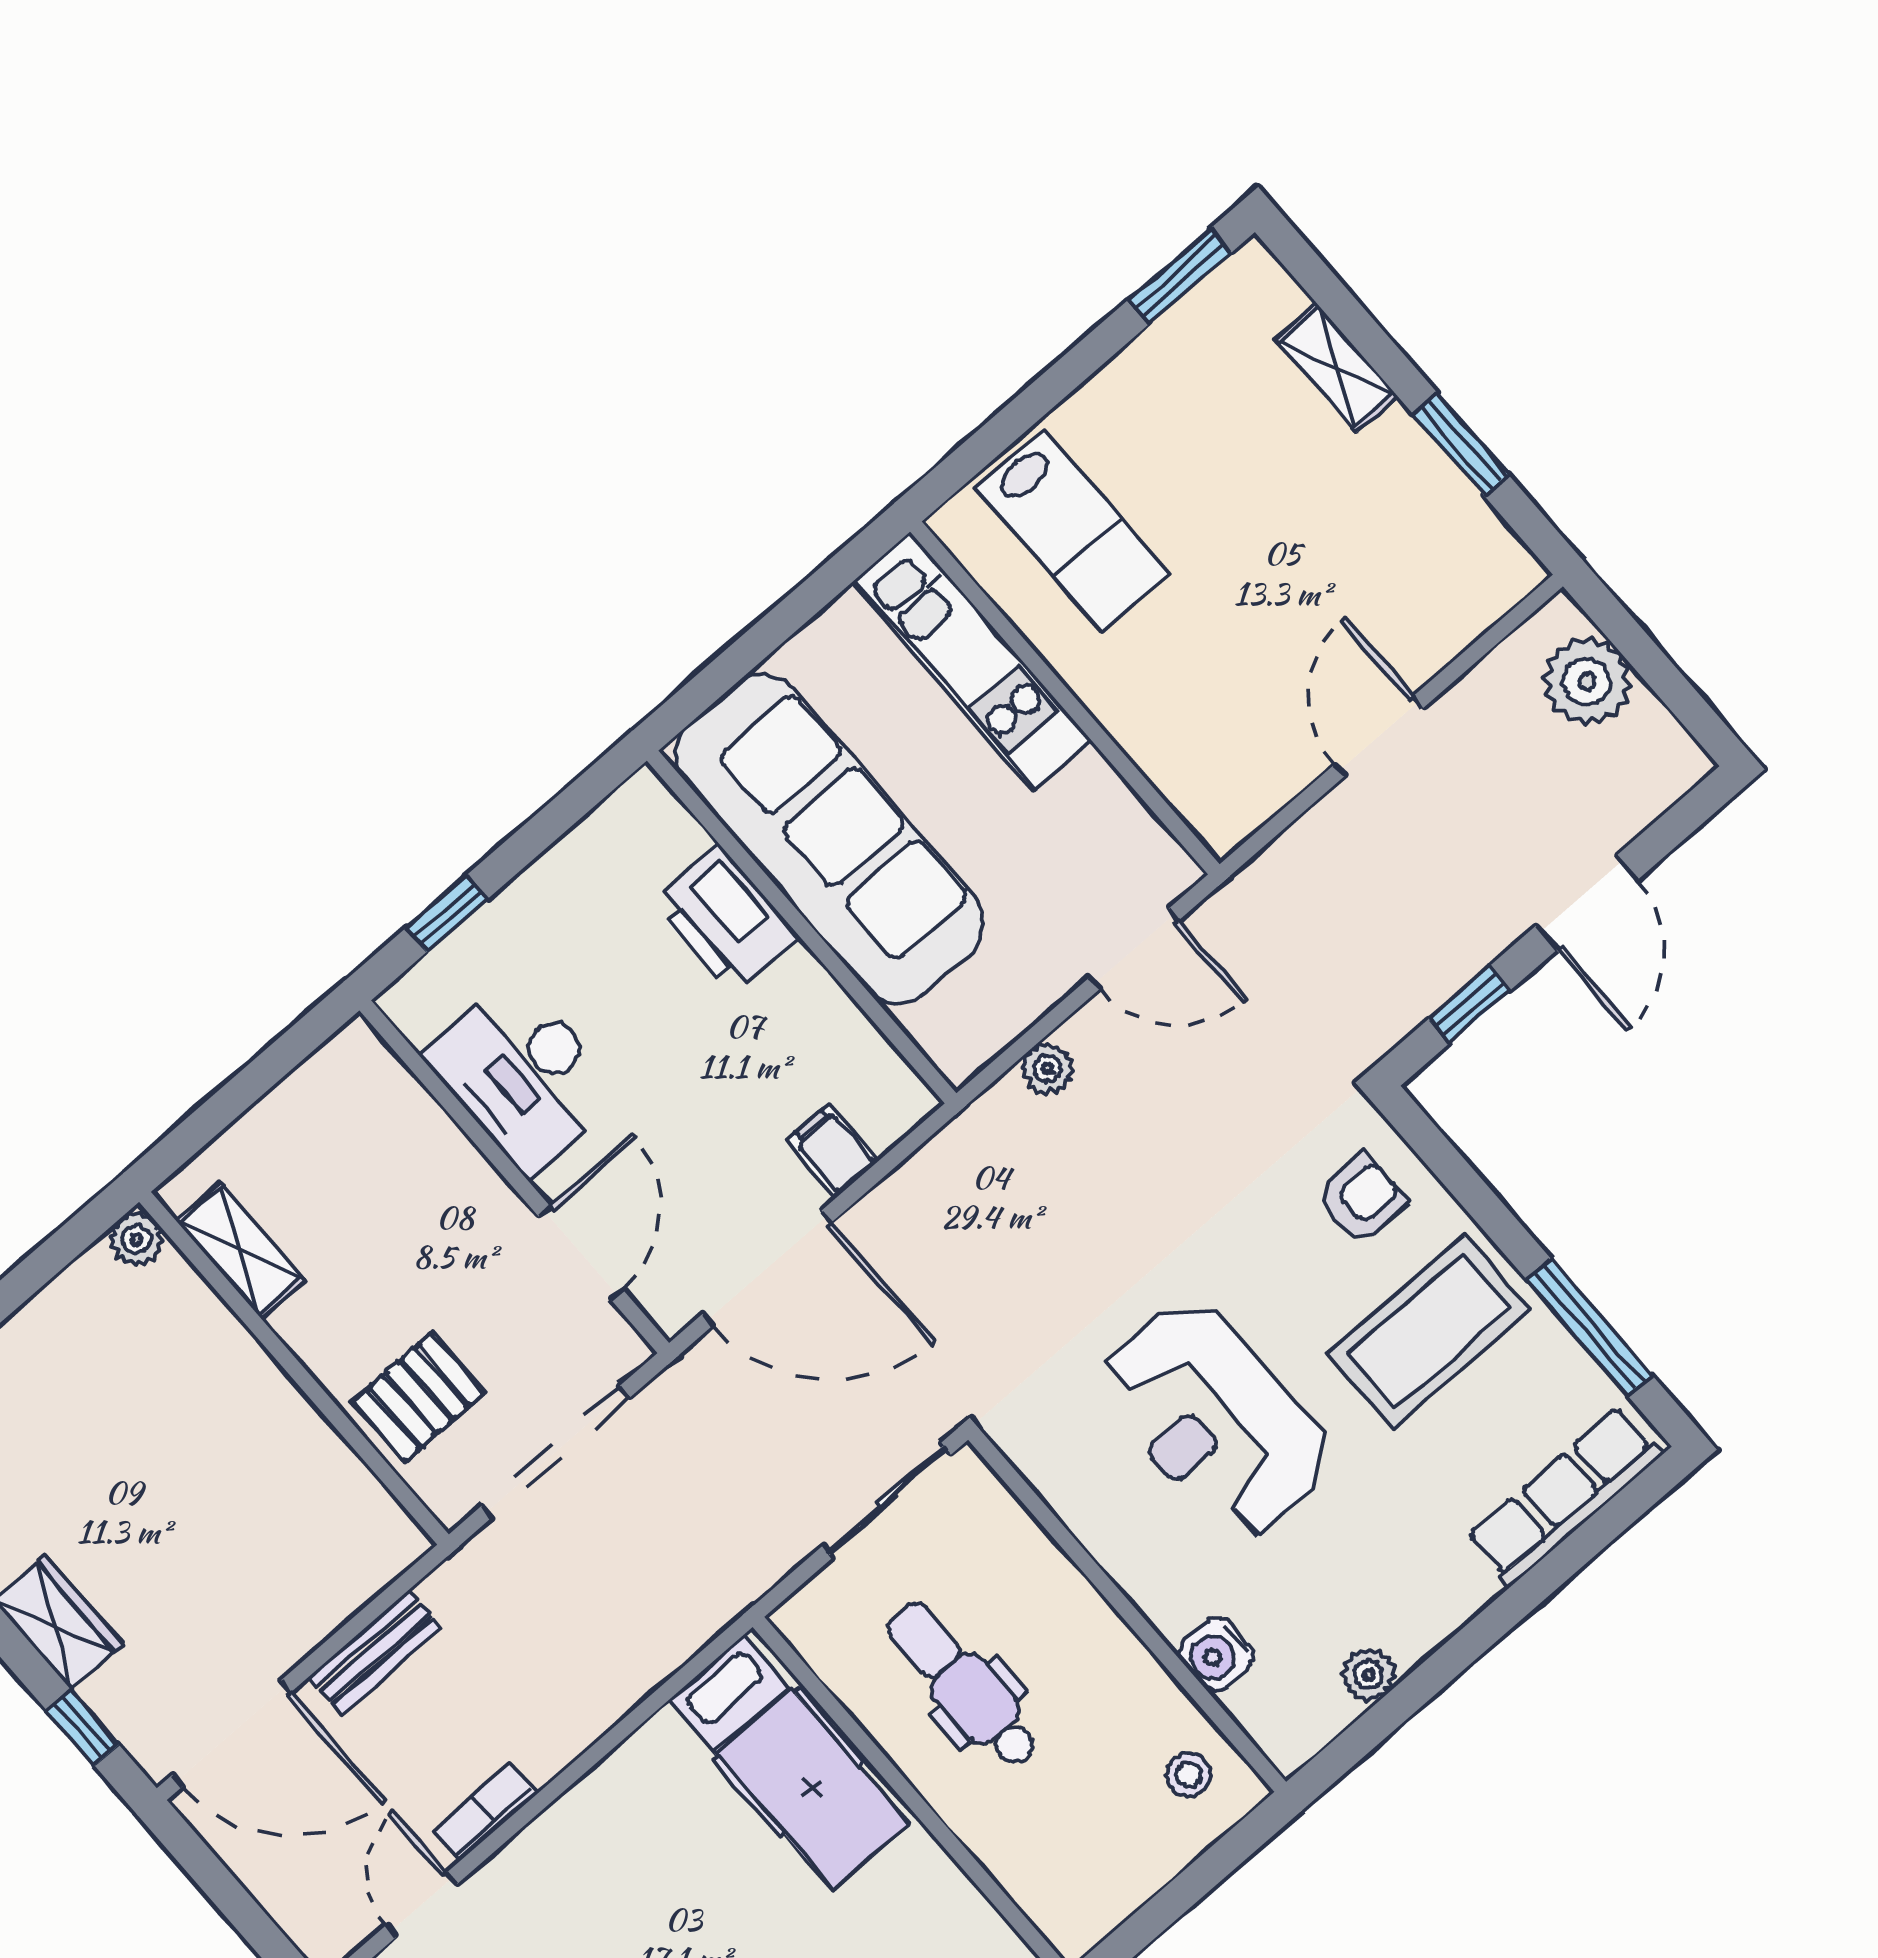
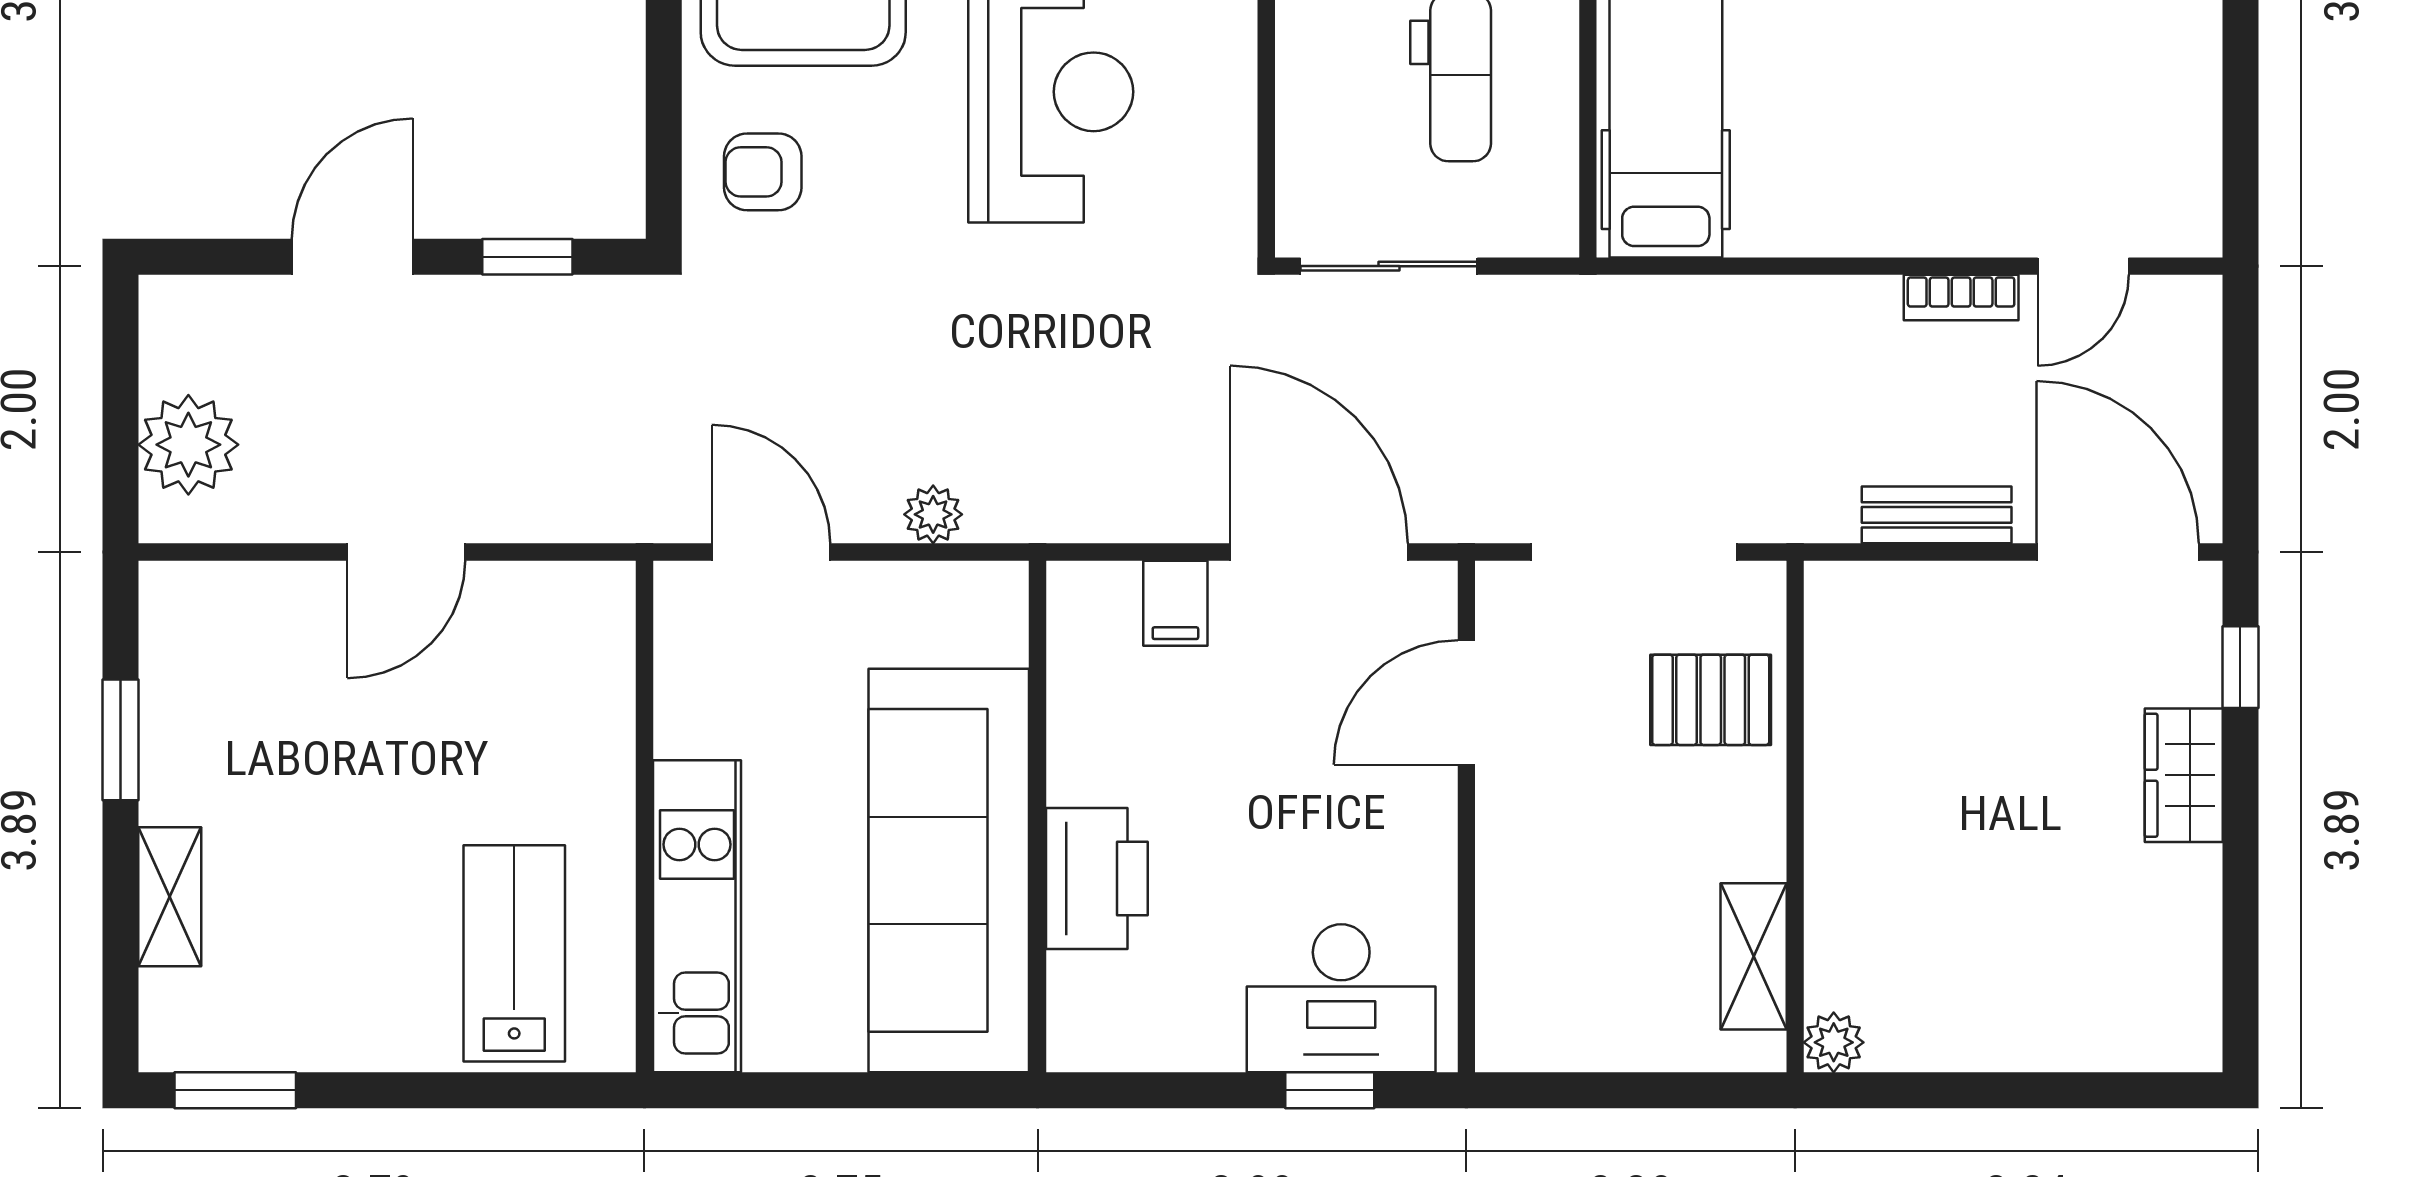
desk: (523, 1075) -> (1341, 998), moved, turned 90

